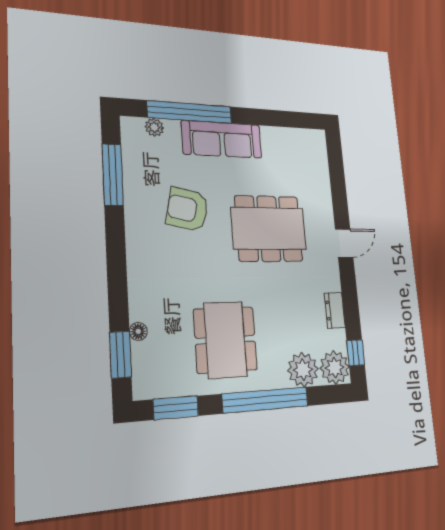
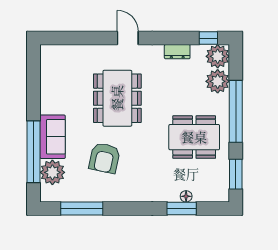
plant: (154, 127) -> (52, 172), width x1.87, depth x1.87
sofa: (222, 139) -> (53, 137), width x0.73
window: (120, 355) -> (182, 208), moved

